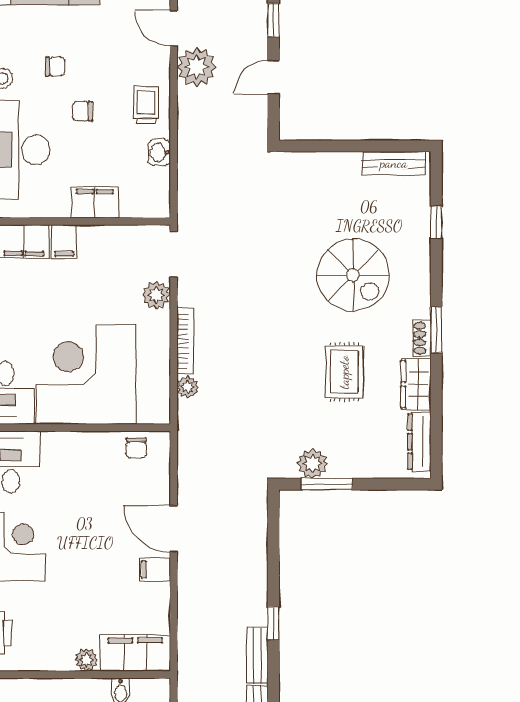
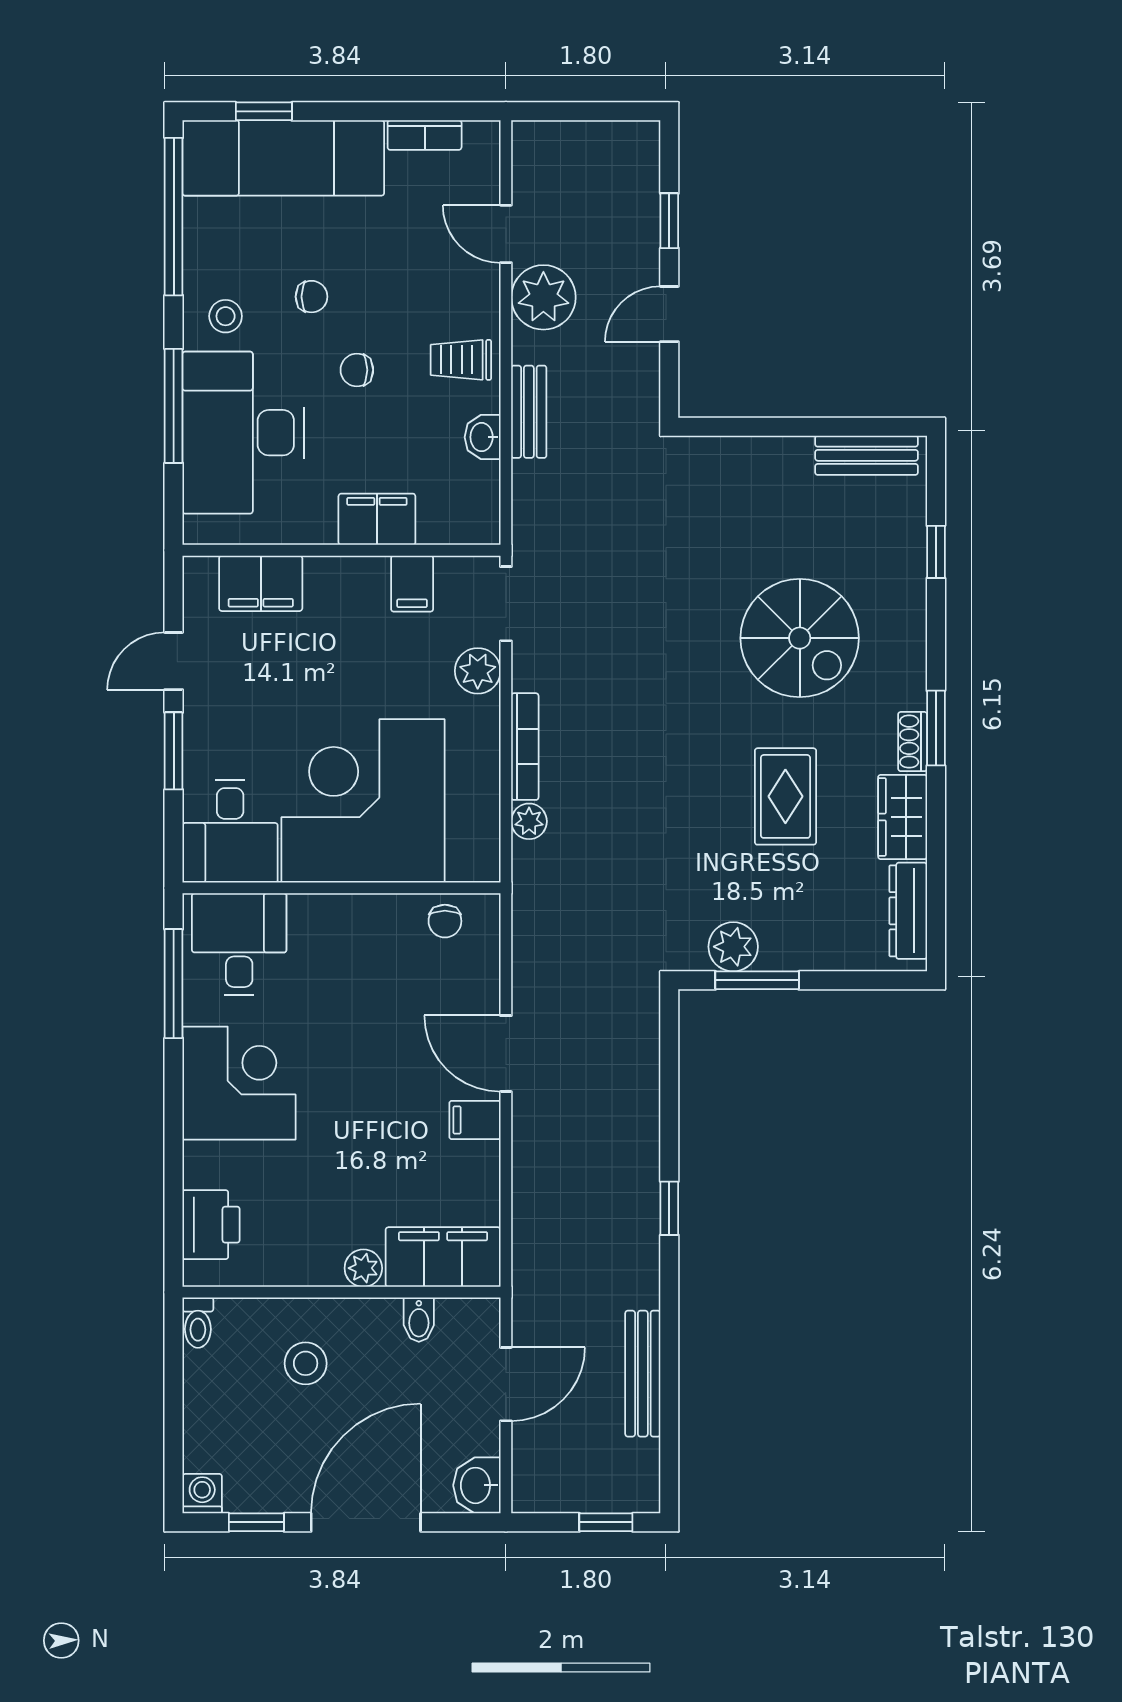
trolley: (146, 105) -> (461, 360), turned -90
filing cabinet: (64, 242) -> (412, 584), moved
bench: (257, 655) -> (529, 412), moved

